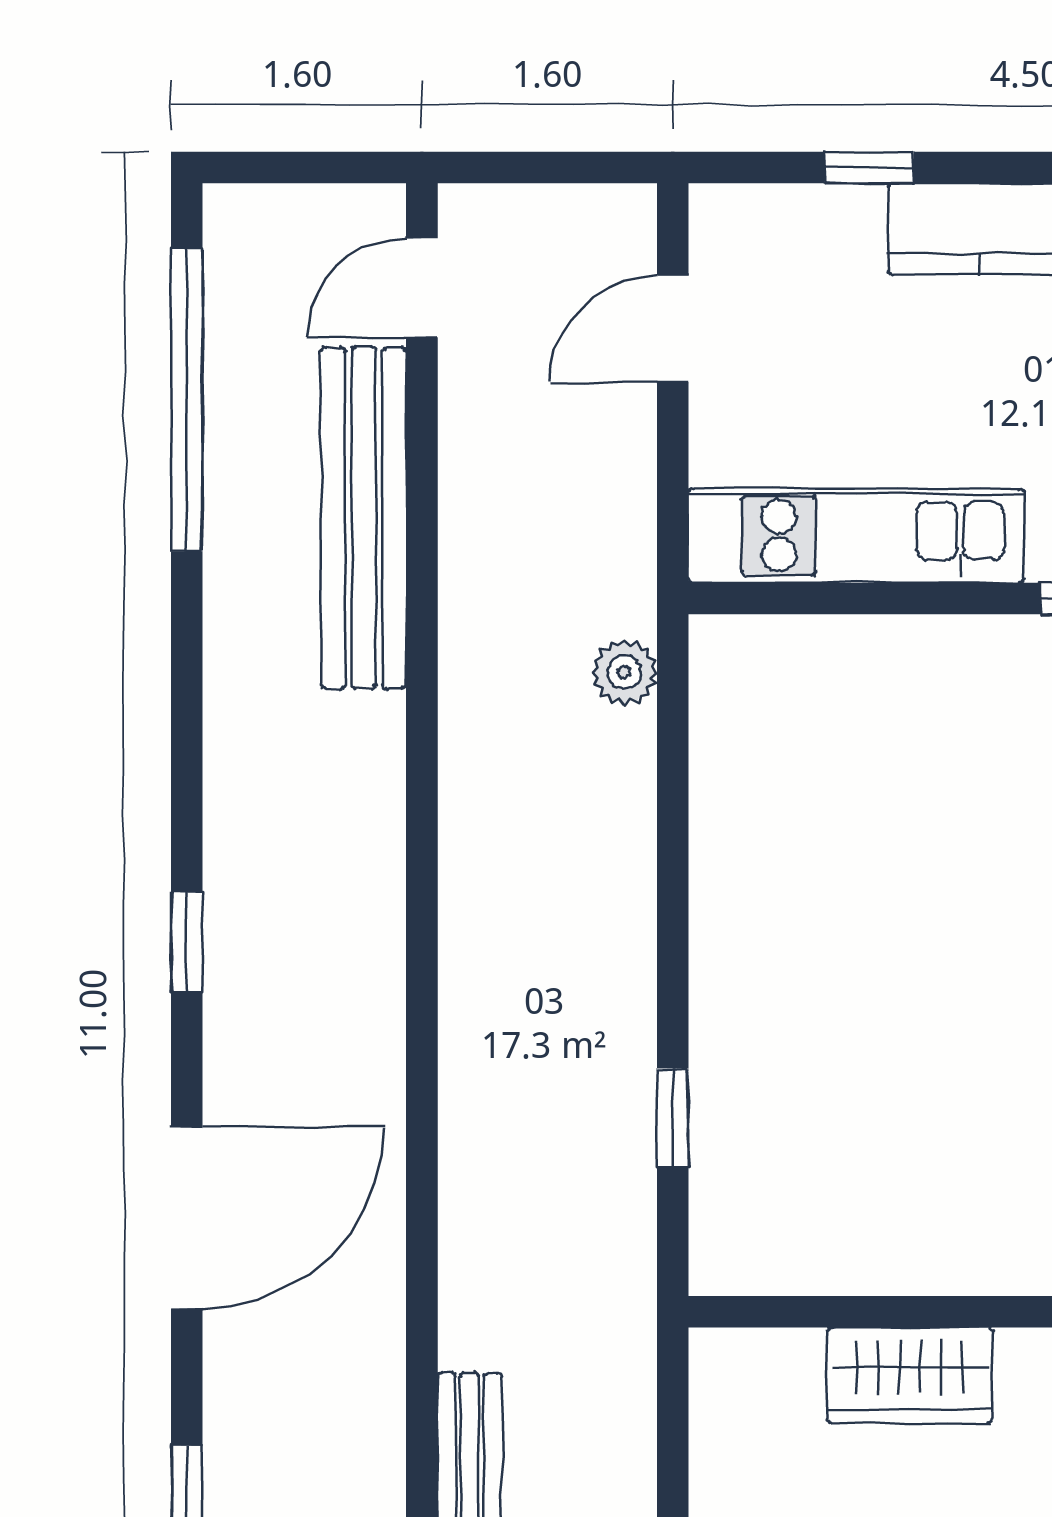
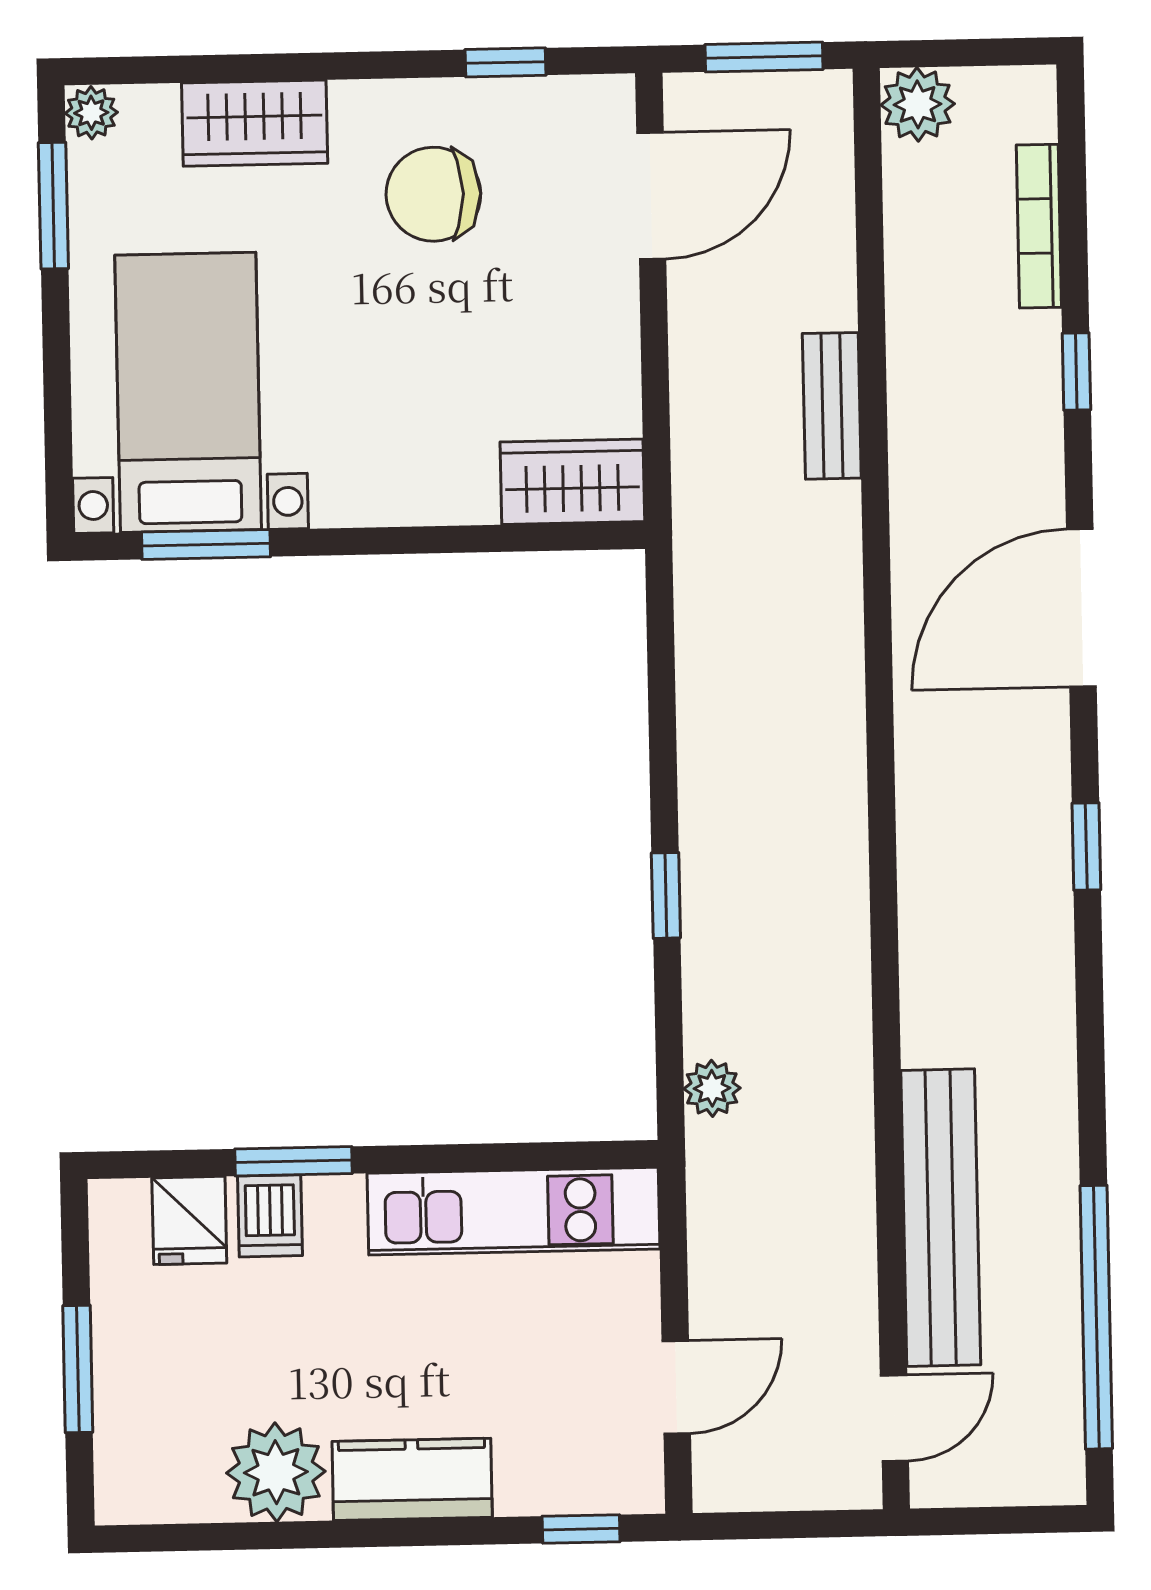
window: (869, 167) -> (581, 1529), moved
window: (673, 1118) -> (666, 895), moved
wardrobe: (910, 1375) -> (572, 482), moved

